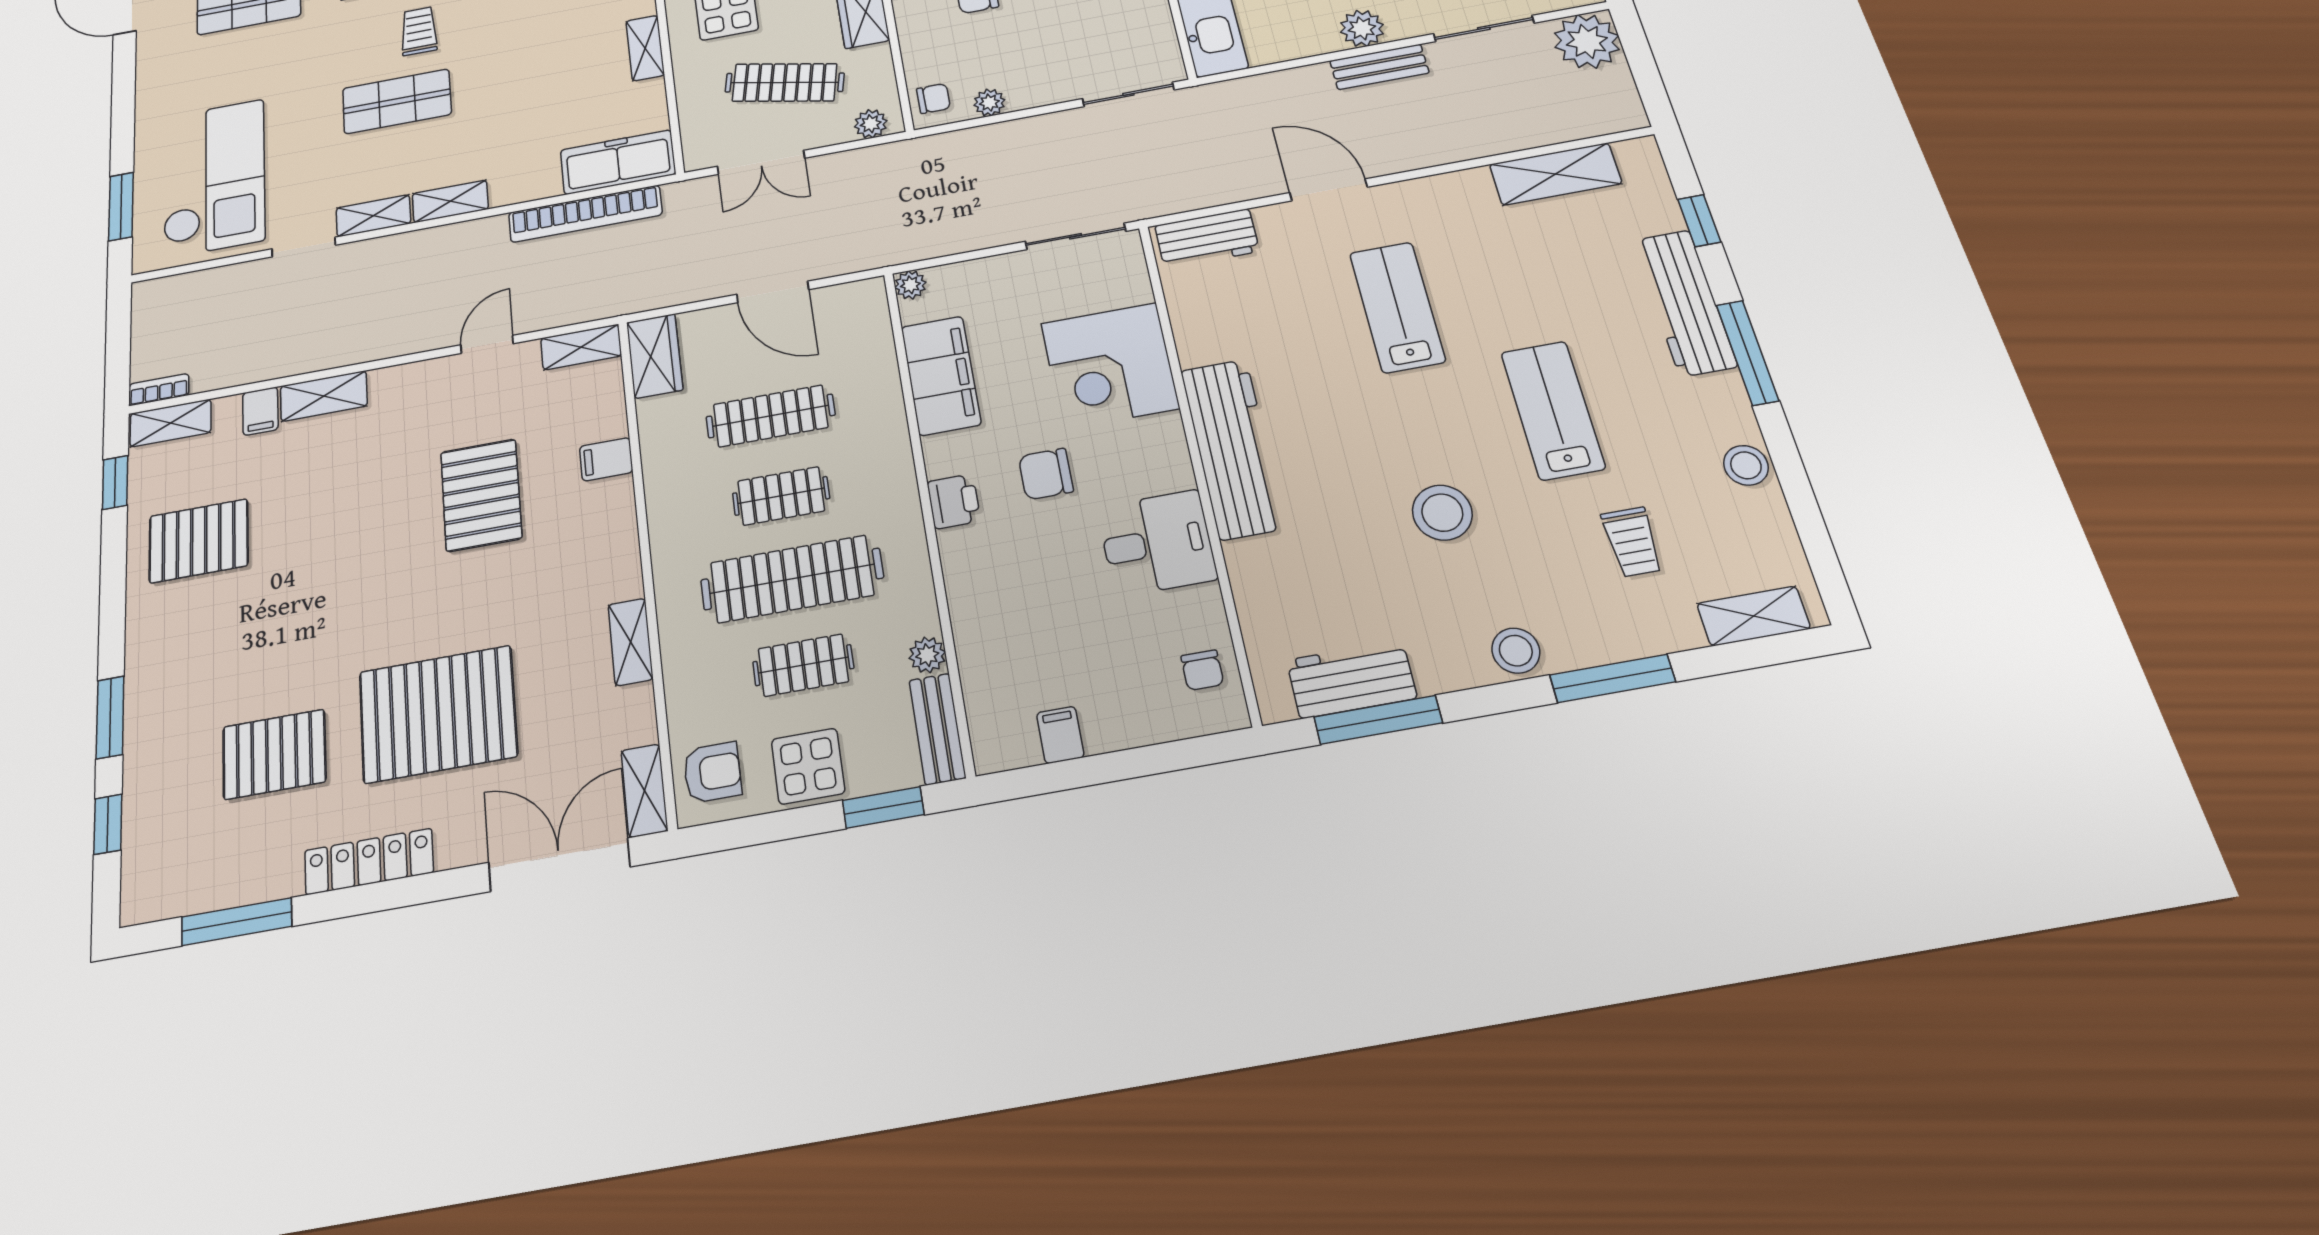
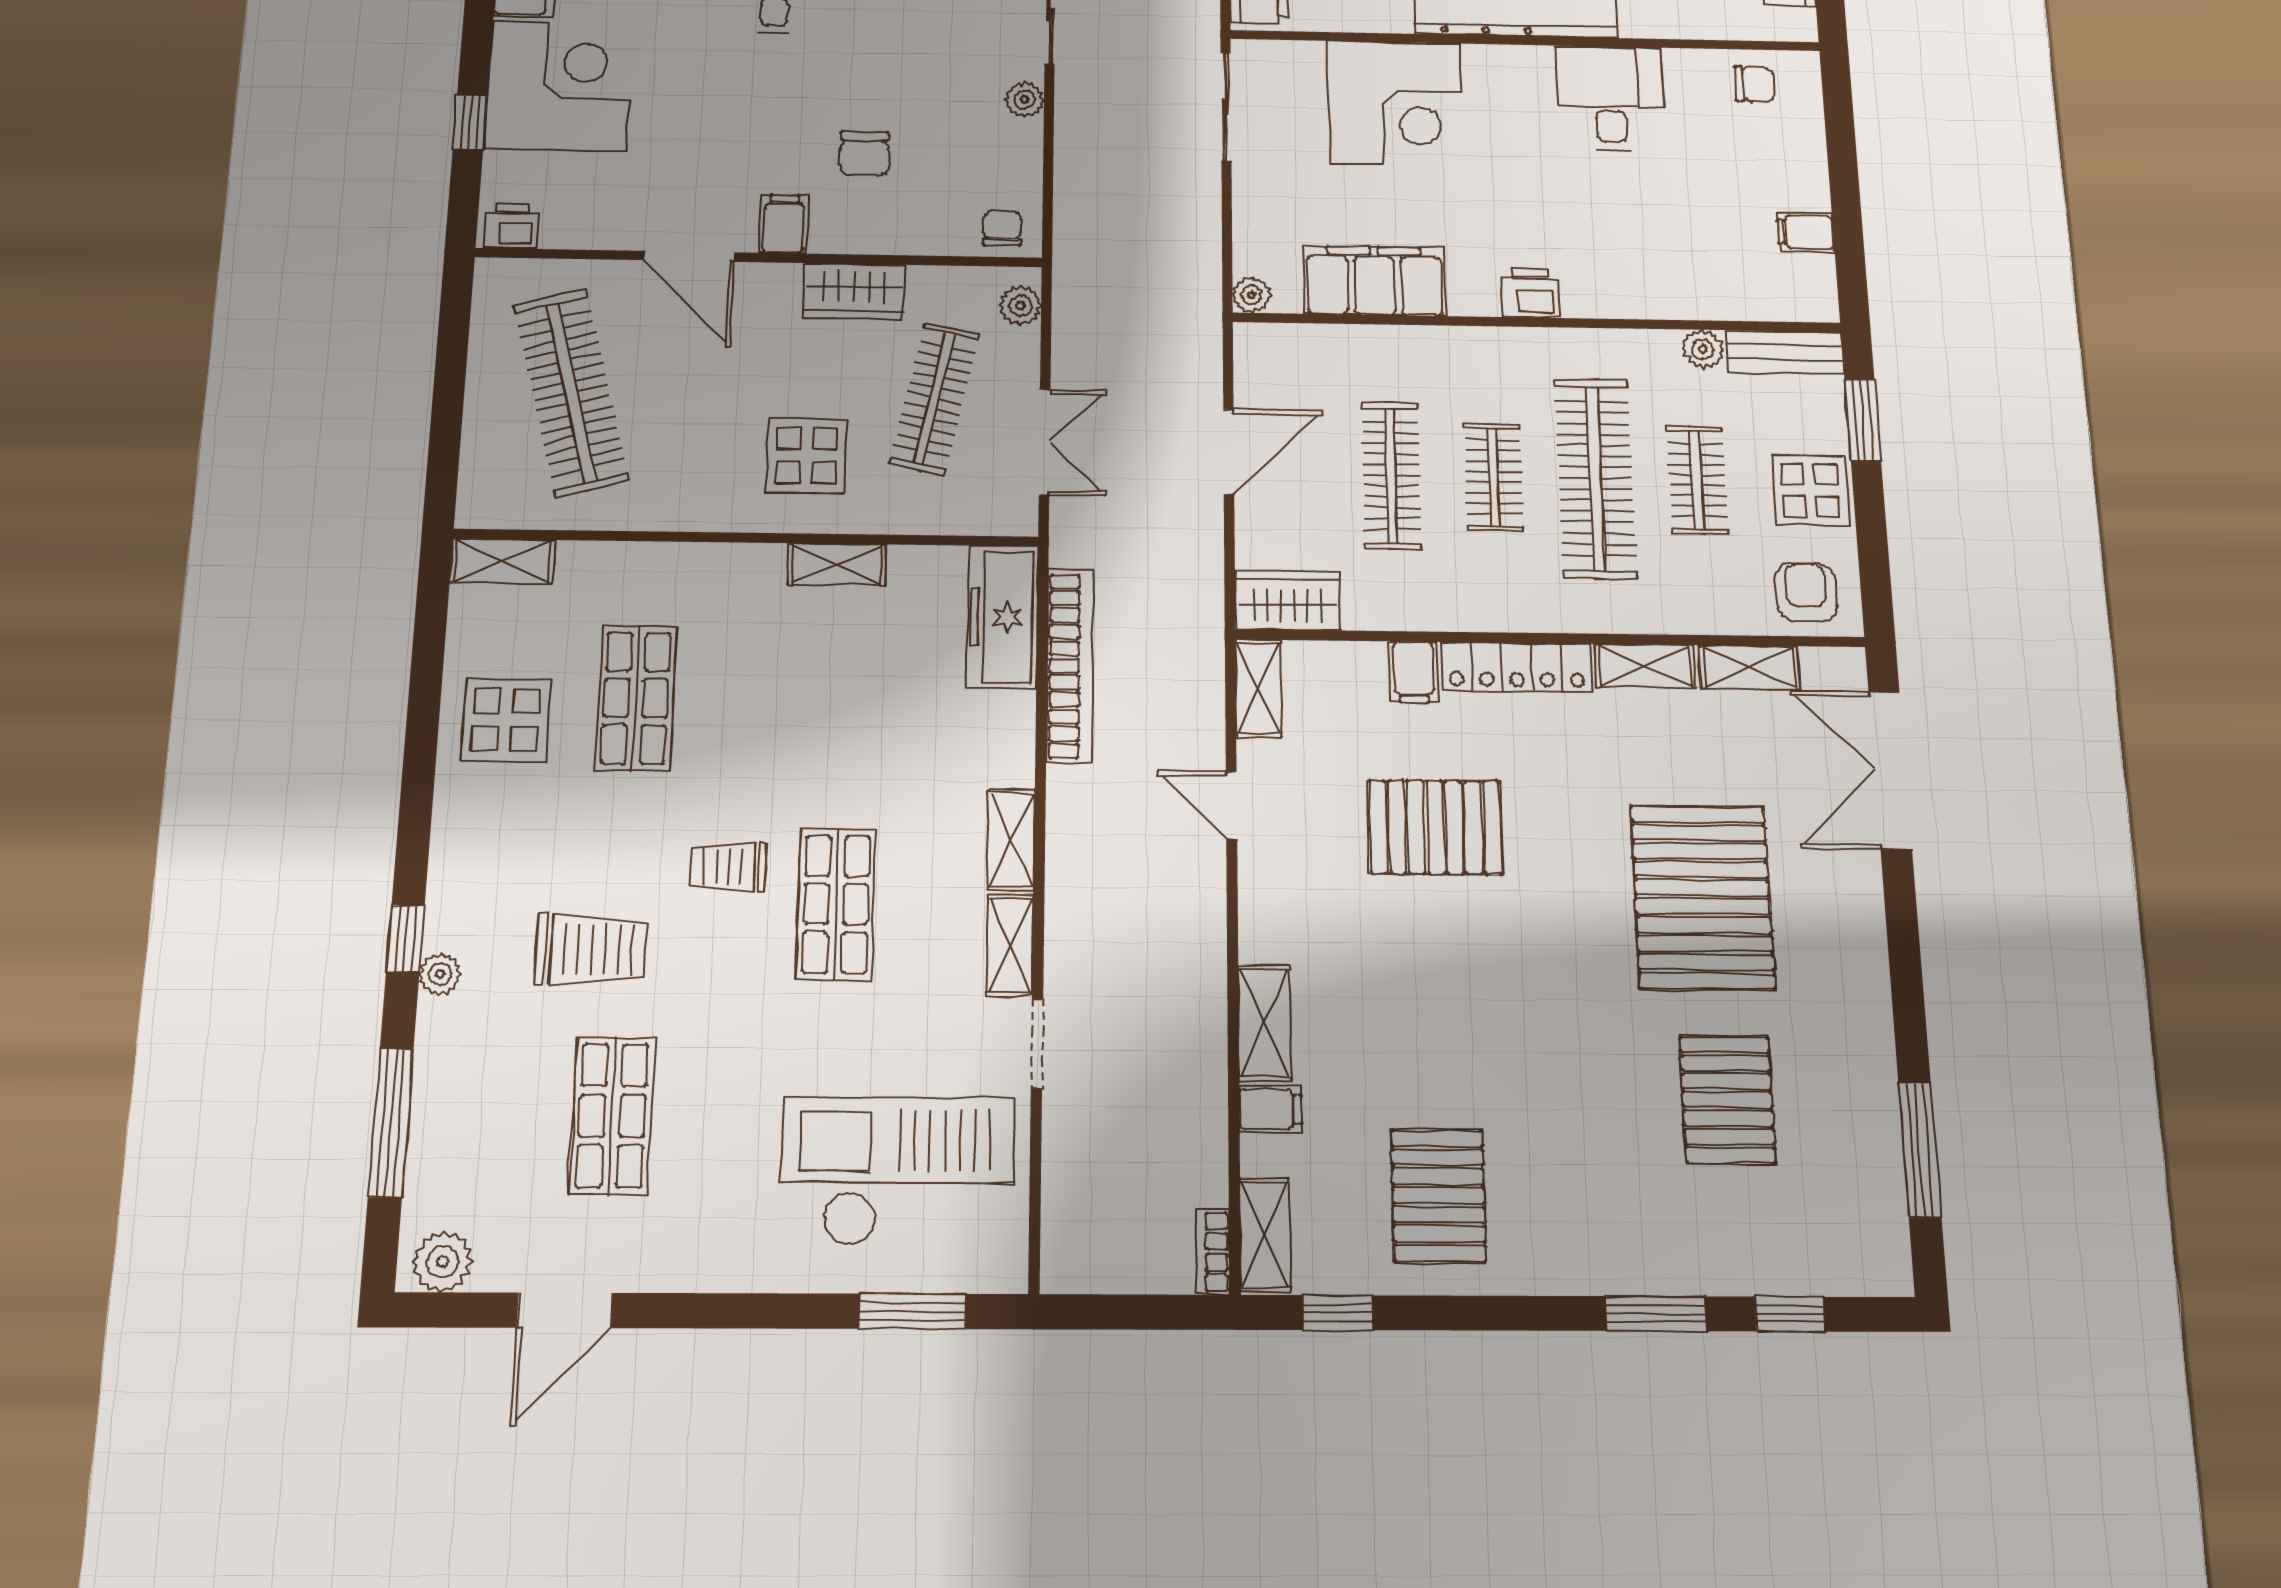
plant: (989, 103) -> (1025, 100), moved
chair: (1046, 474) -> (1514, 192), removed
shelving: (644, 790) -> (1749, 667), moved
locker: (369, 861) -> (1517, 667), moved, turned -90

